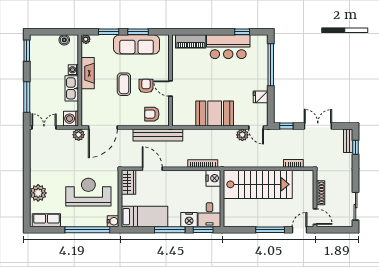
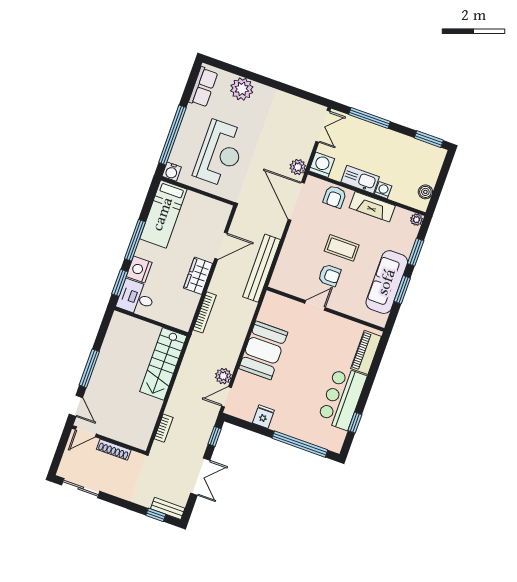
armchair: (152, 114) -> (335, 197), moved, turned 180
nightstand: (213, 178) -> (181, 319), removed
wardrobe: (128, 182) -> (198, 276), moved, turned 90
stairs: (258, 184) -> (163, 364), width x0.73, depth x0.66

